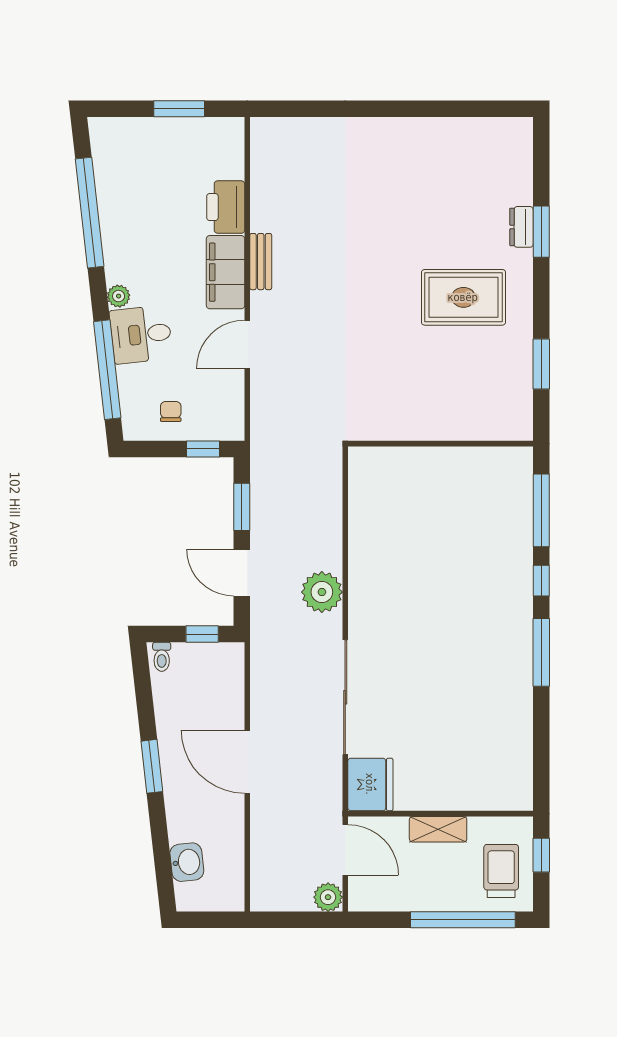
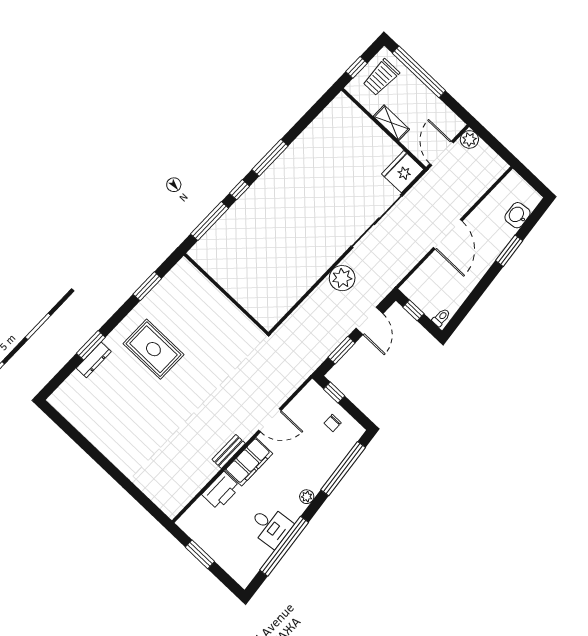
dresser: (521, 227) -> (94, 360), width x1.44
desk: (141, 334) -> (270, 526), moved
window: (152, 766) -> (509, 251), moved

